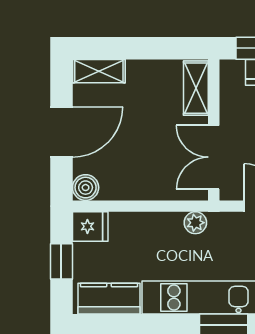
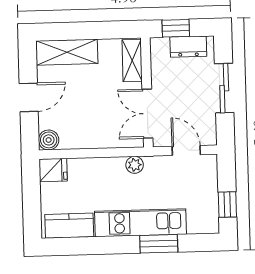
shelving: (99, 71) -> (67, 52), width x1.50, depth x1.33
door: (61, 132) -> (29, 97), width x0.73
window: (61, 261) -> (32, 198), removed

